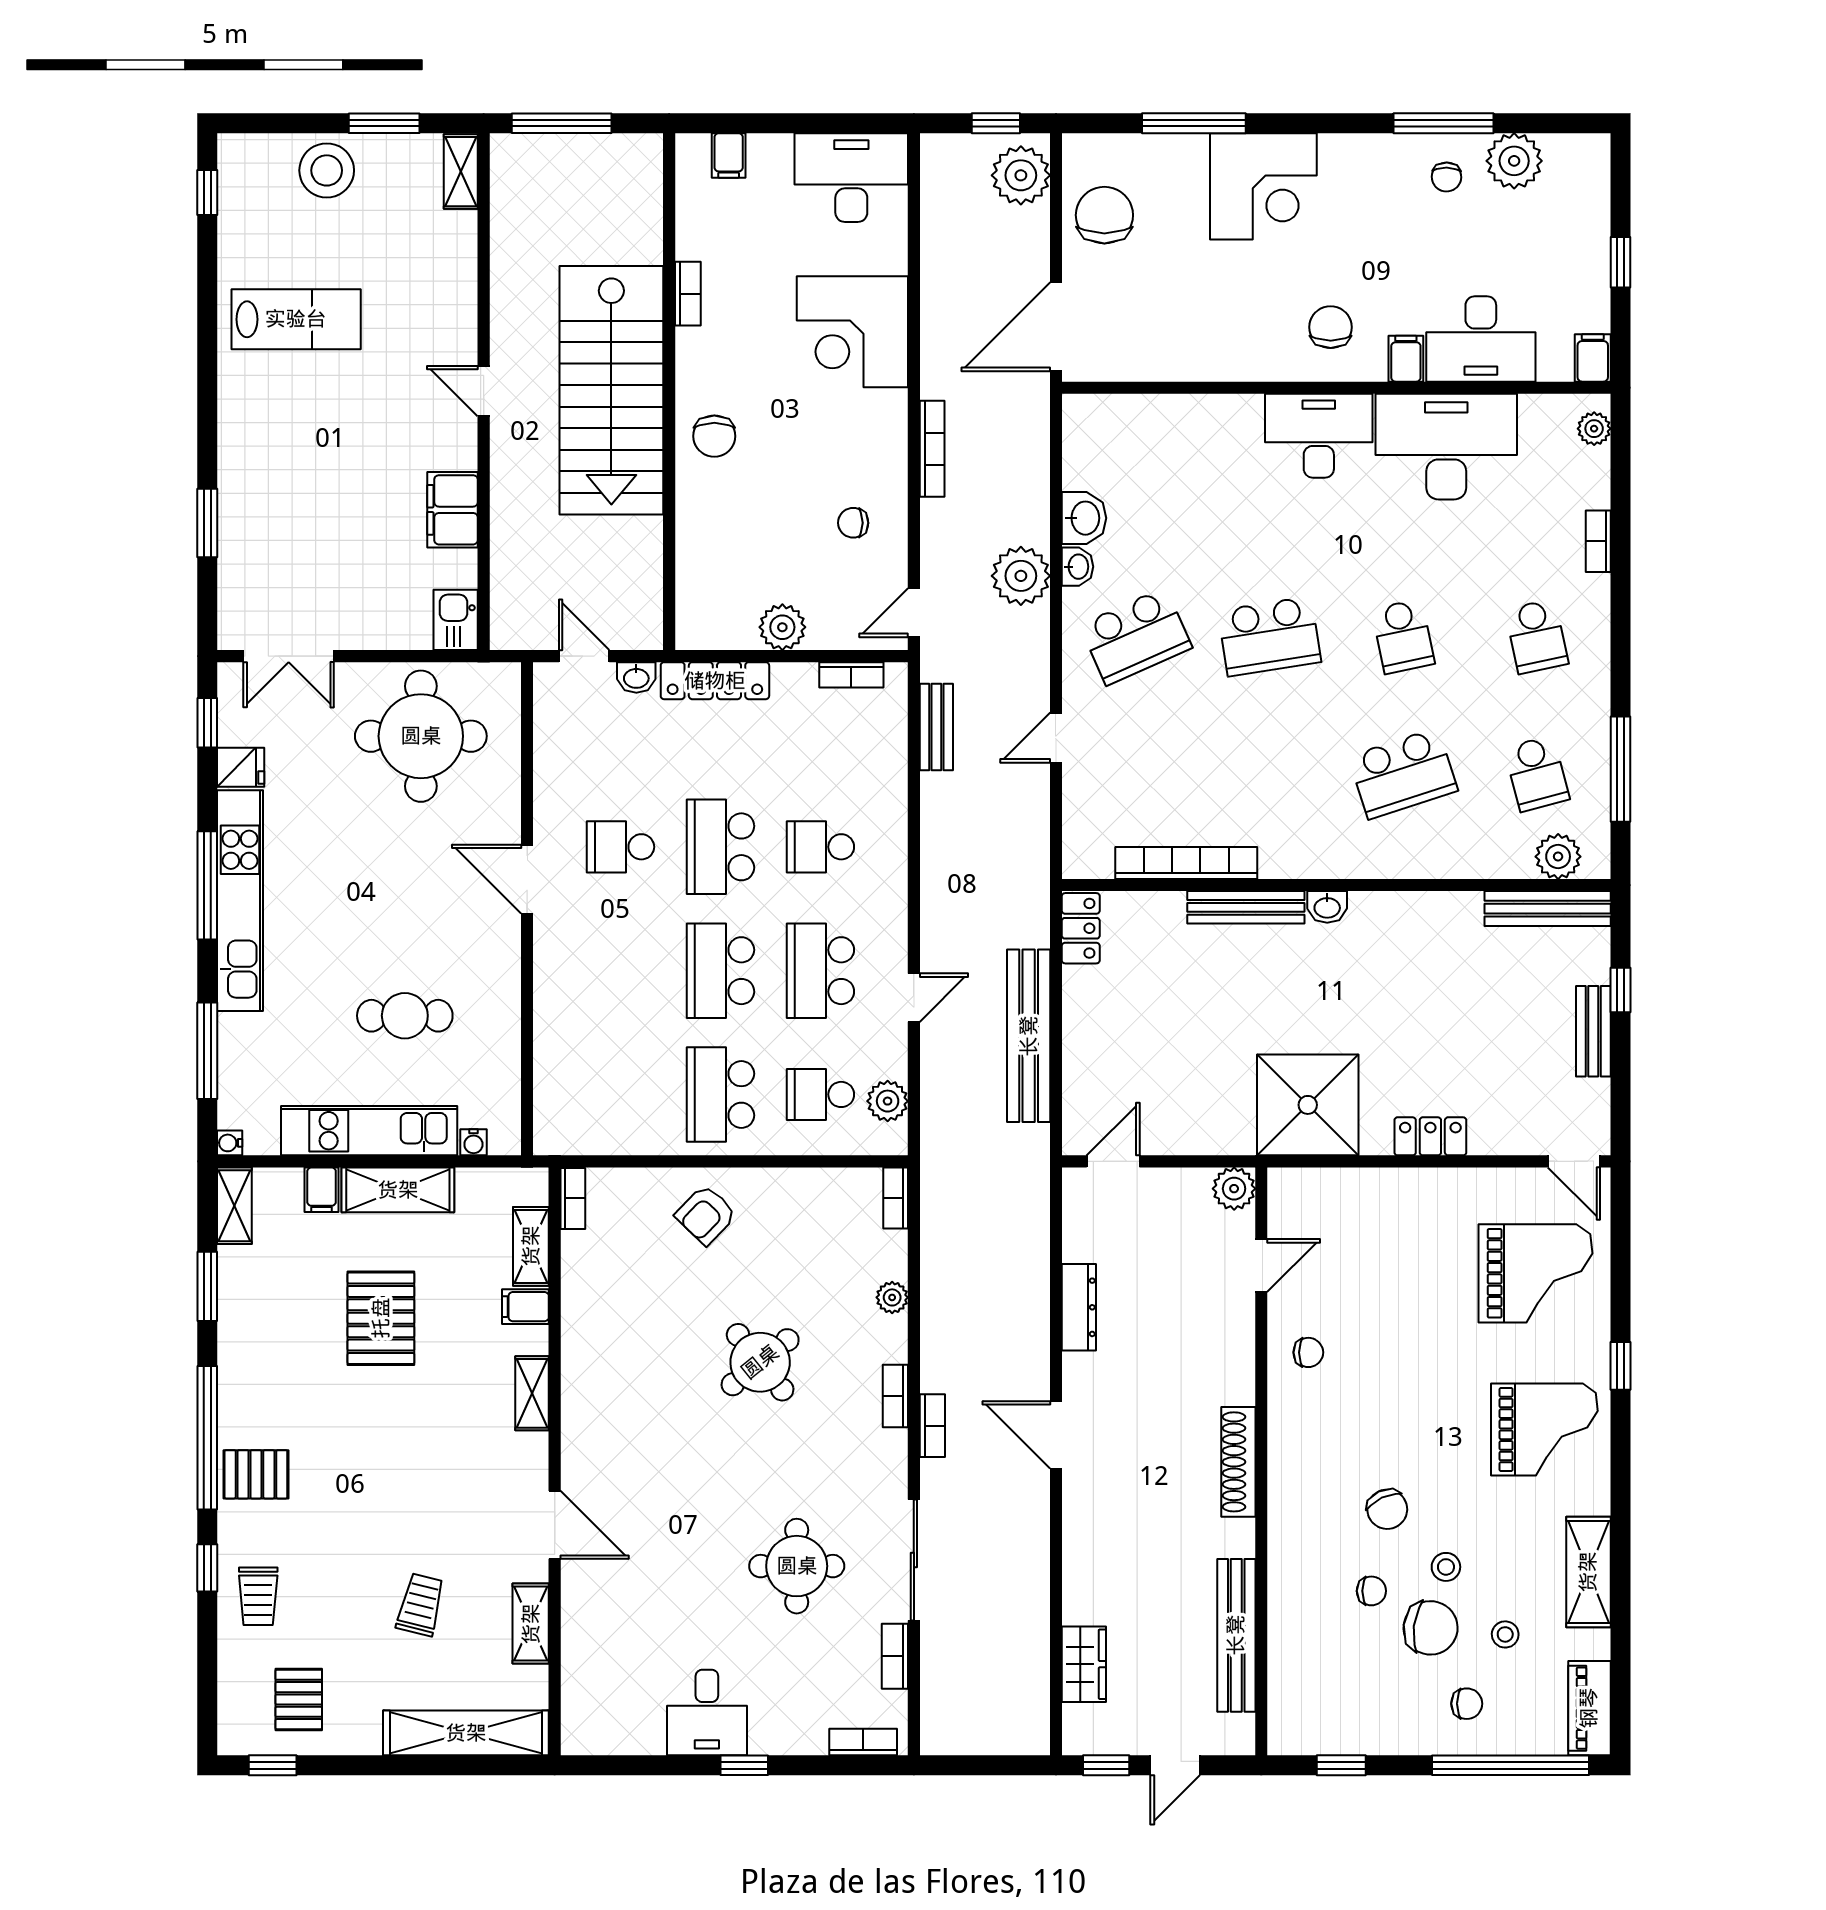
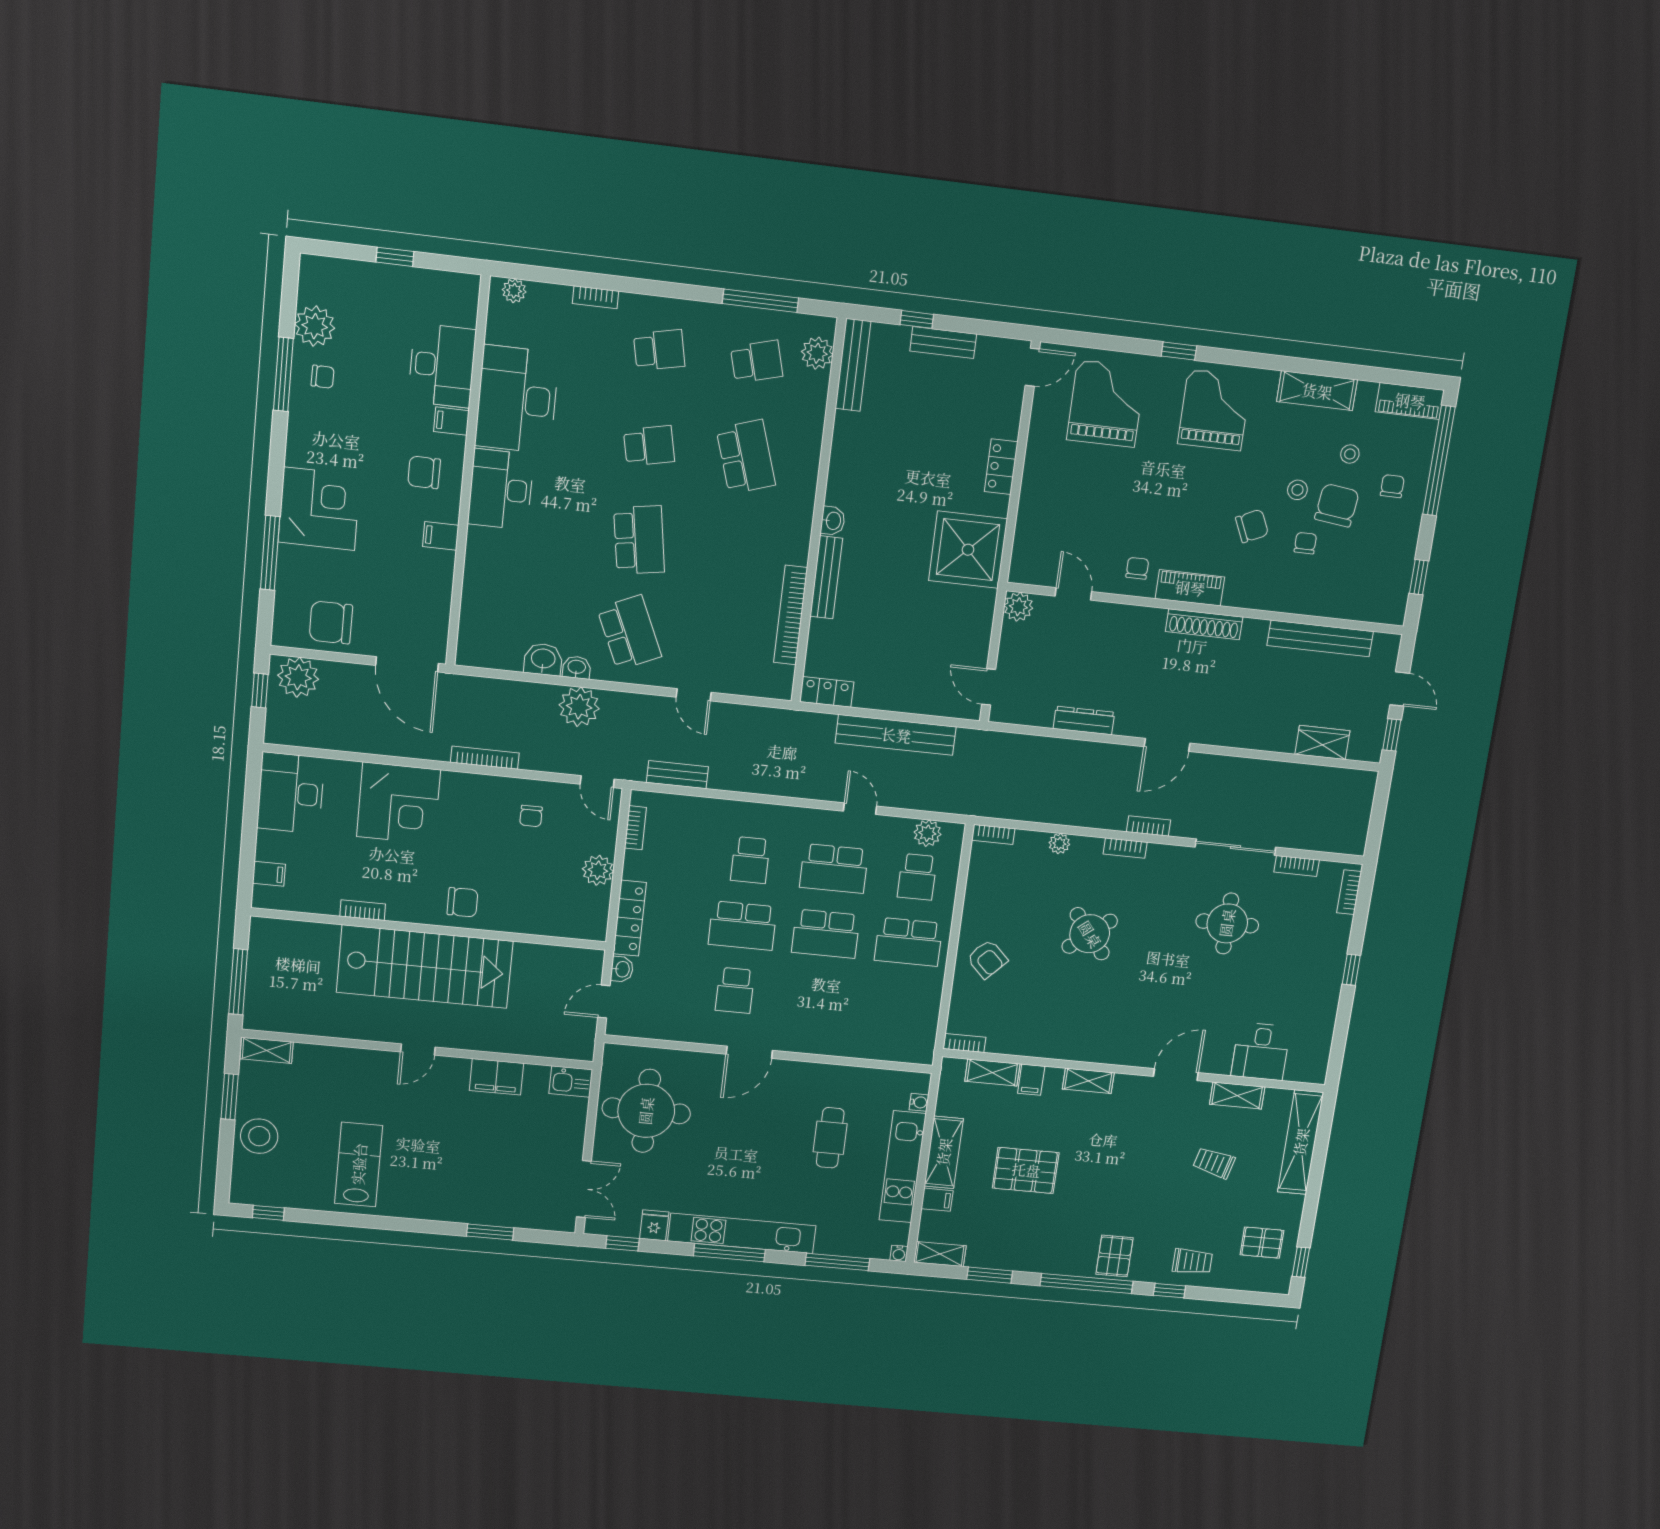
filing cabinet: (1593, 358) -> (441, 536), moved
piano: (1289, 1433) -> (1190, 588), added
desk: (707, 1713) -> (1261, 1051), moved, turned 90

